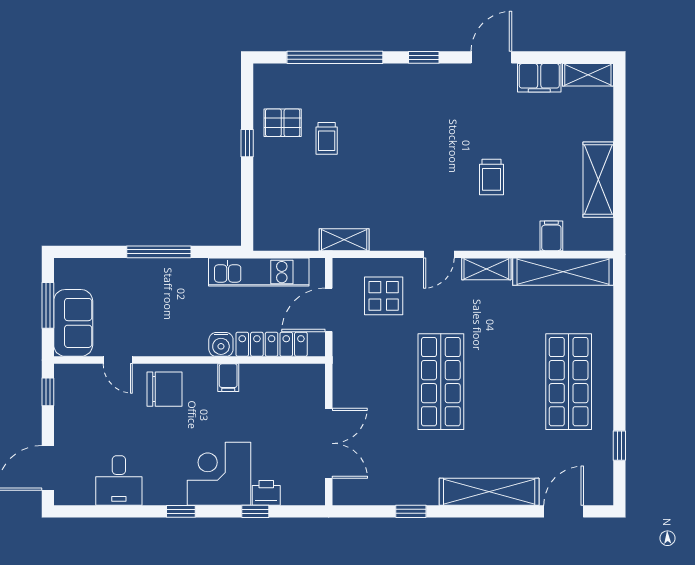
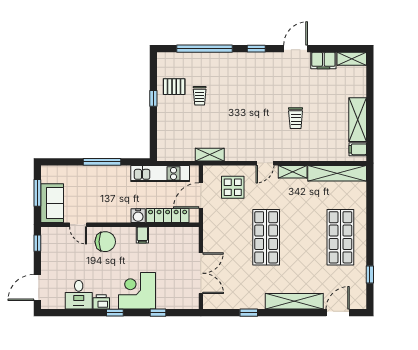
filing cabinet: (551, 236) -> (358, 149), moved, turned -90
printer: (266, 493) -> (101, 302), moved

